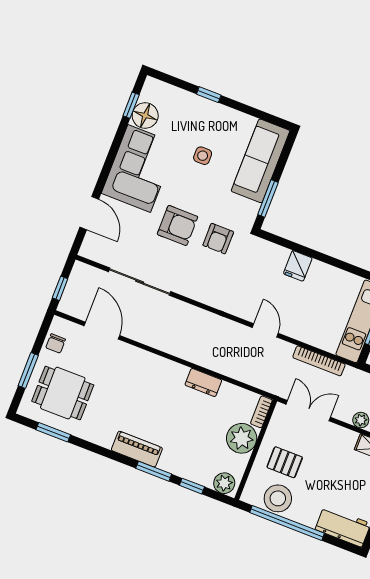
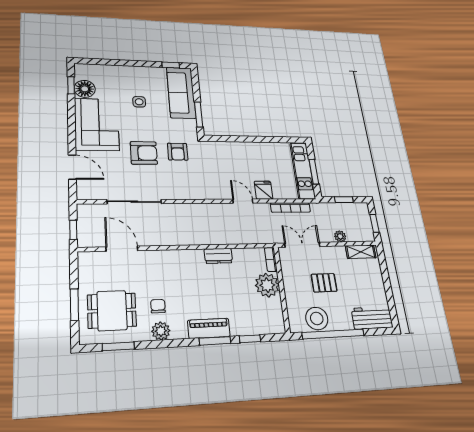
window: (209, 95) -> (171, 65), moved
fridge: (298, 266) -> (264, 190), moved, turned 180
chair: (56, 343) -> (158, 306), moved, turned 180
piano: (137, 449) -> (209, 328), moved
pallet: (285, 462) -> (324, 283), moved
plant: (224, 483) -> (161, 331), moved

